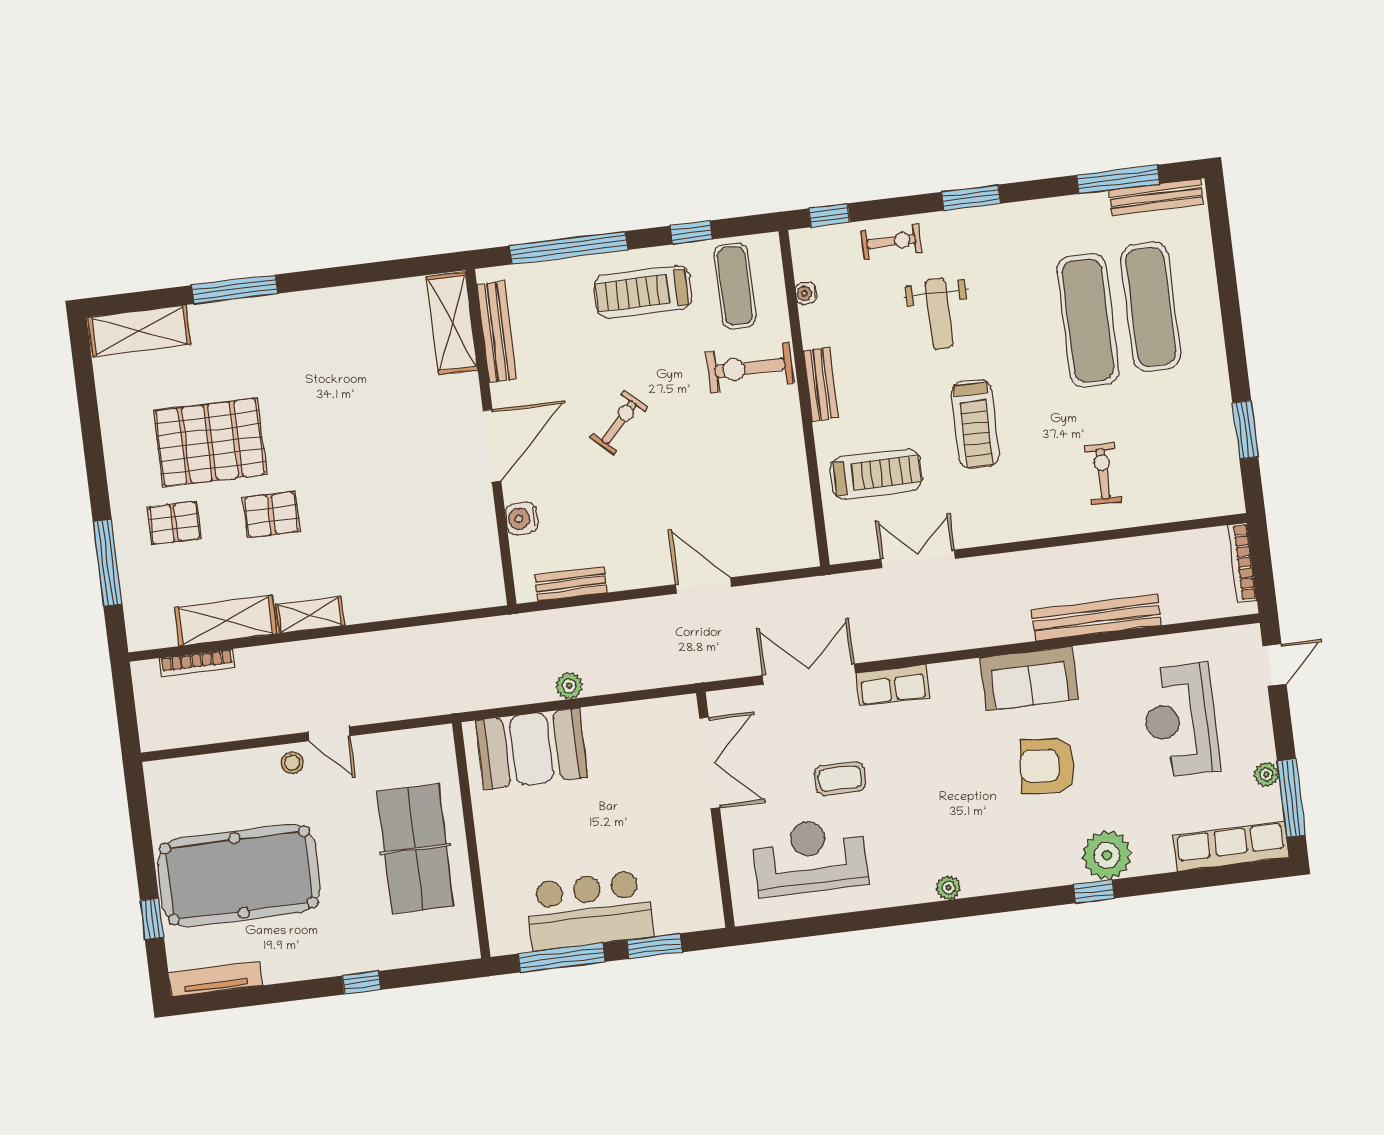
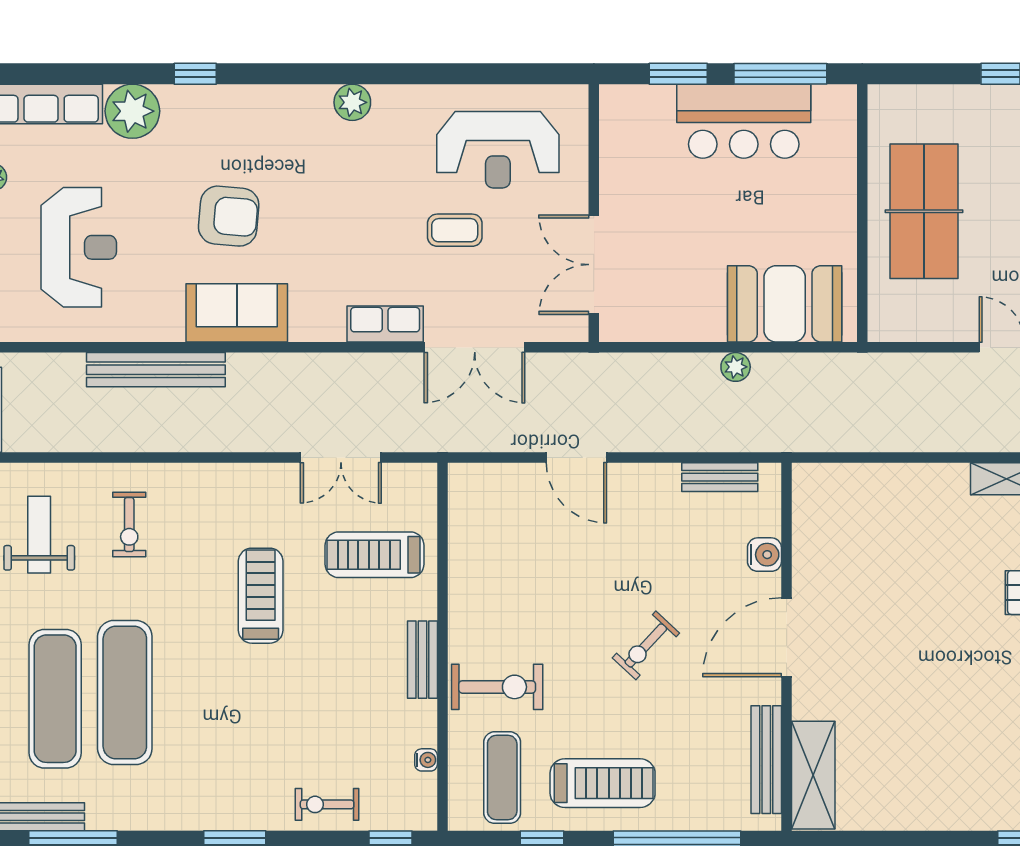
weight bench: (939, 314) -> (39, 535), moved
plant: (1107, 855) -> (132, 111), moved
plant: (948, 888) -> (352, 102), width x1.38, depth x1.38

